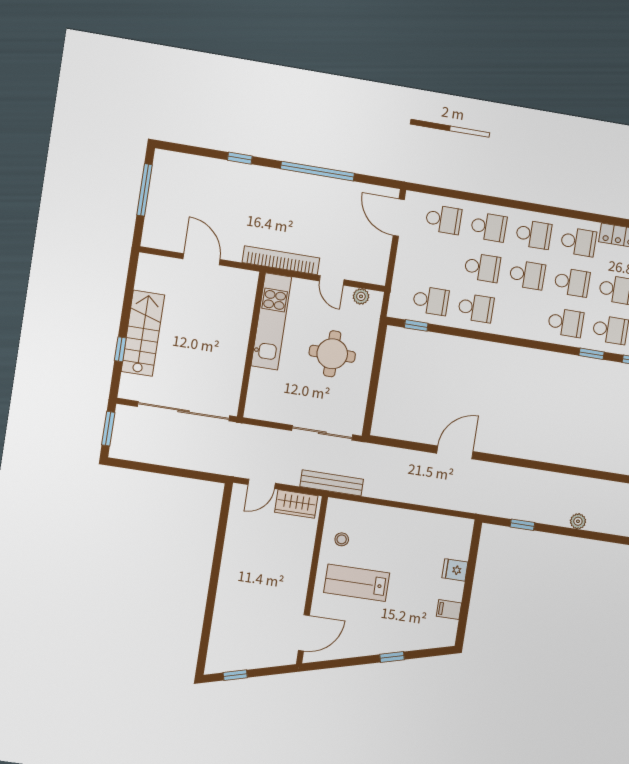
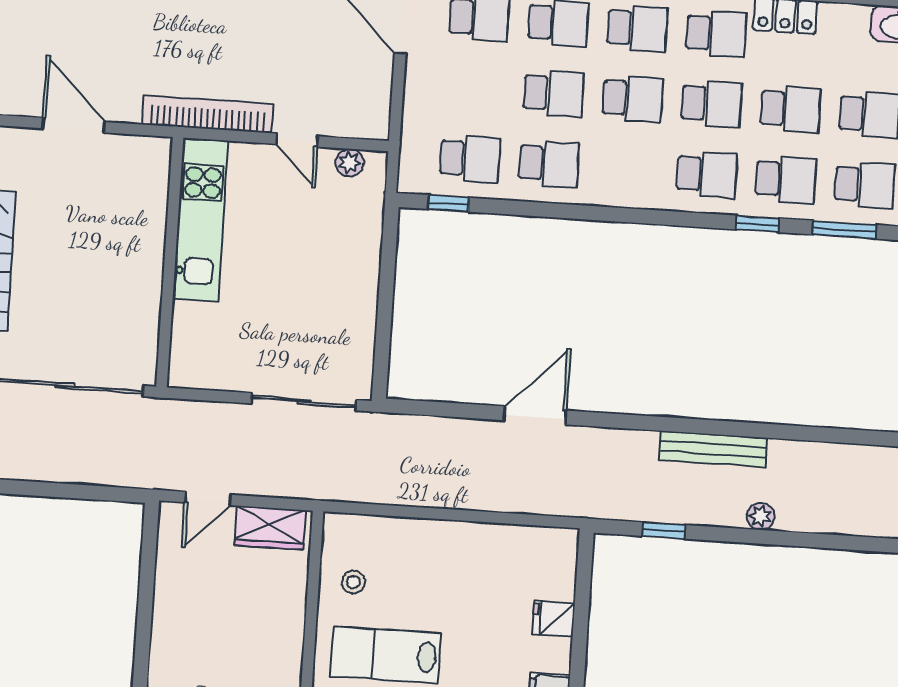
round table: (332, 354) -> (309, 265), removed
bench: (332, 483) -> (713, 449), moved

